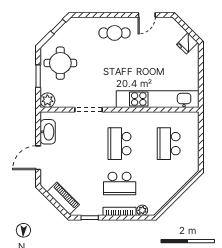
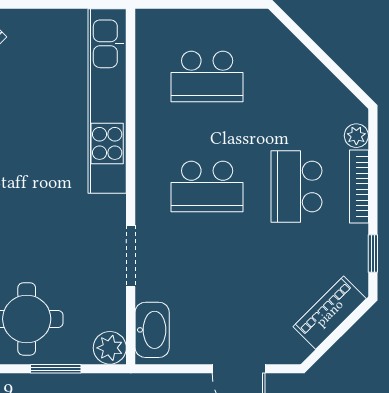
washbasin: (48, 132) -> (152, 330), moved, turned 90
school desk: (120, 184) -> (296, 186), turned 180

